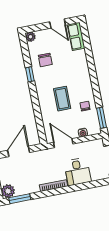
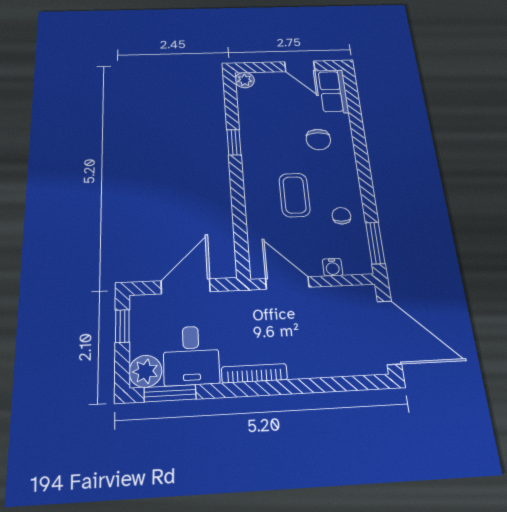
chair: (45, 60) -> (318, 140), moved
desk: (78, 172) -> (191, 355), moved

